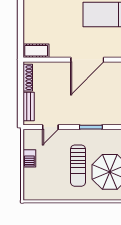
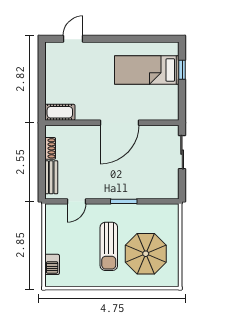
shoe rack: (28, 78) -> (50, 148), width x0.70
barbecue: (29, 158) -> (52, 264), moved

